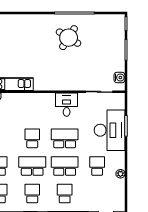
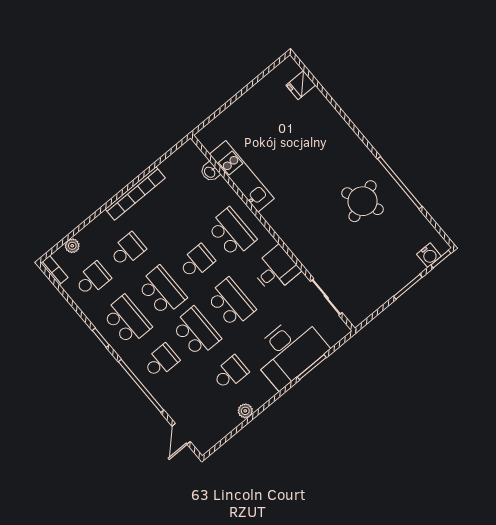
round table: (69, 38) -> (363, 201), turned 36
water cooler: (120, 78) -> (429, 255), moved
school desk: (32, 111) -> (232, 233), added
school desk: (32, 194) -> (127, 320), width x1.85

